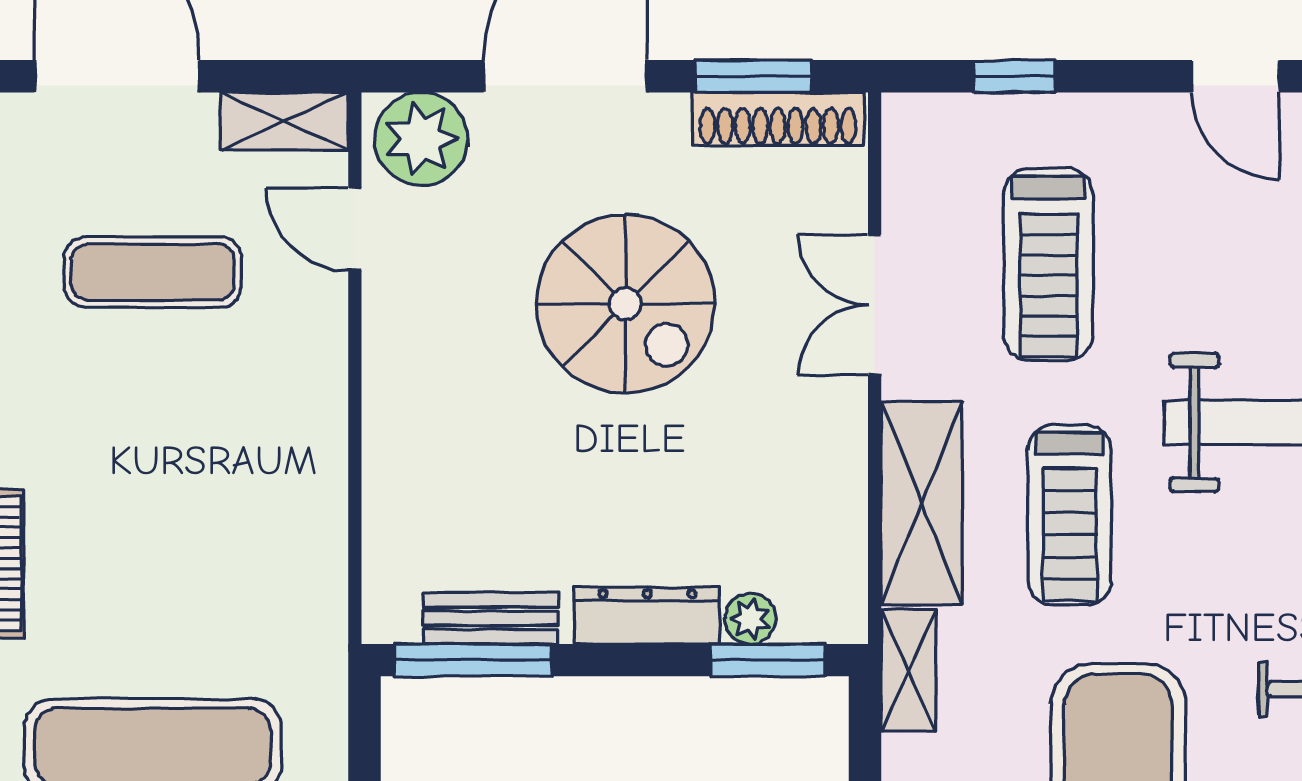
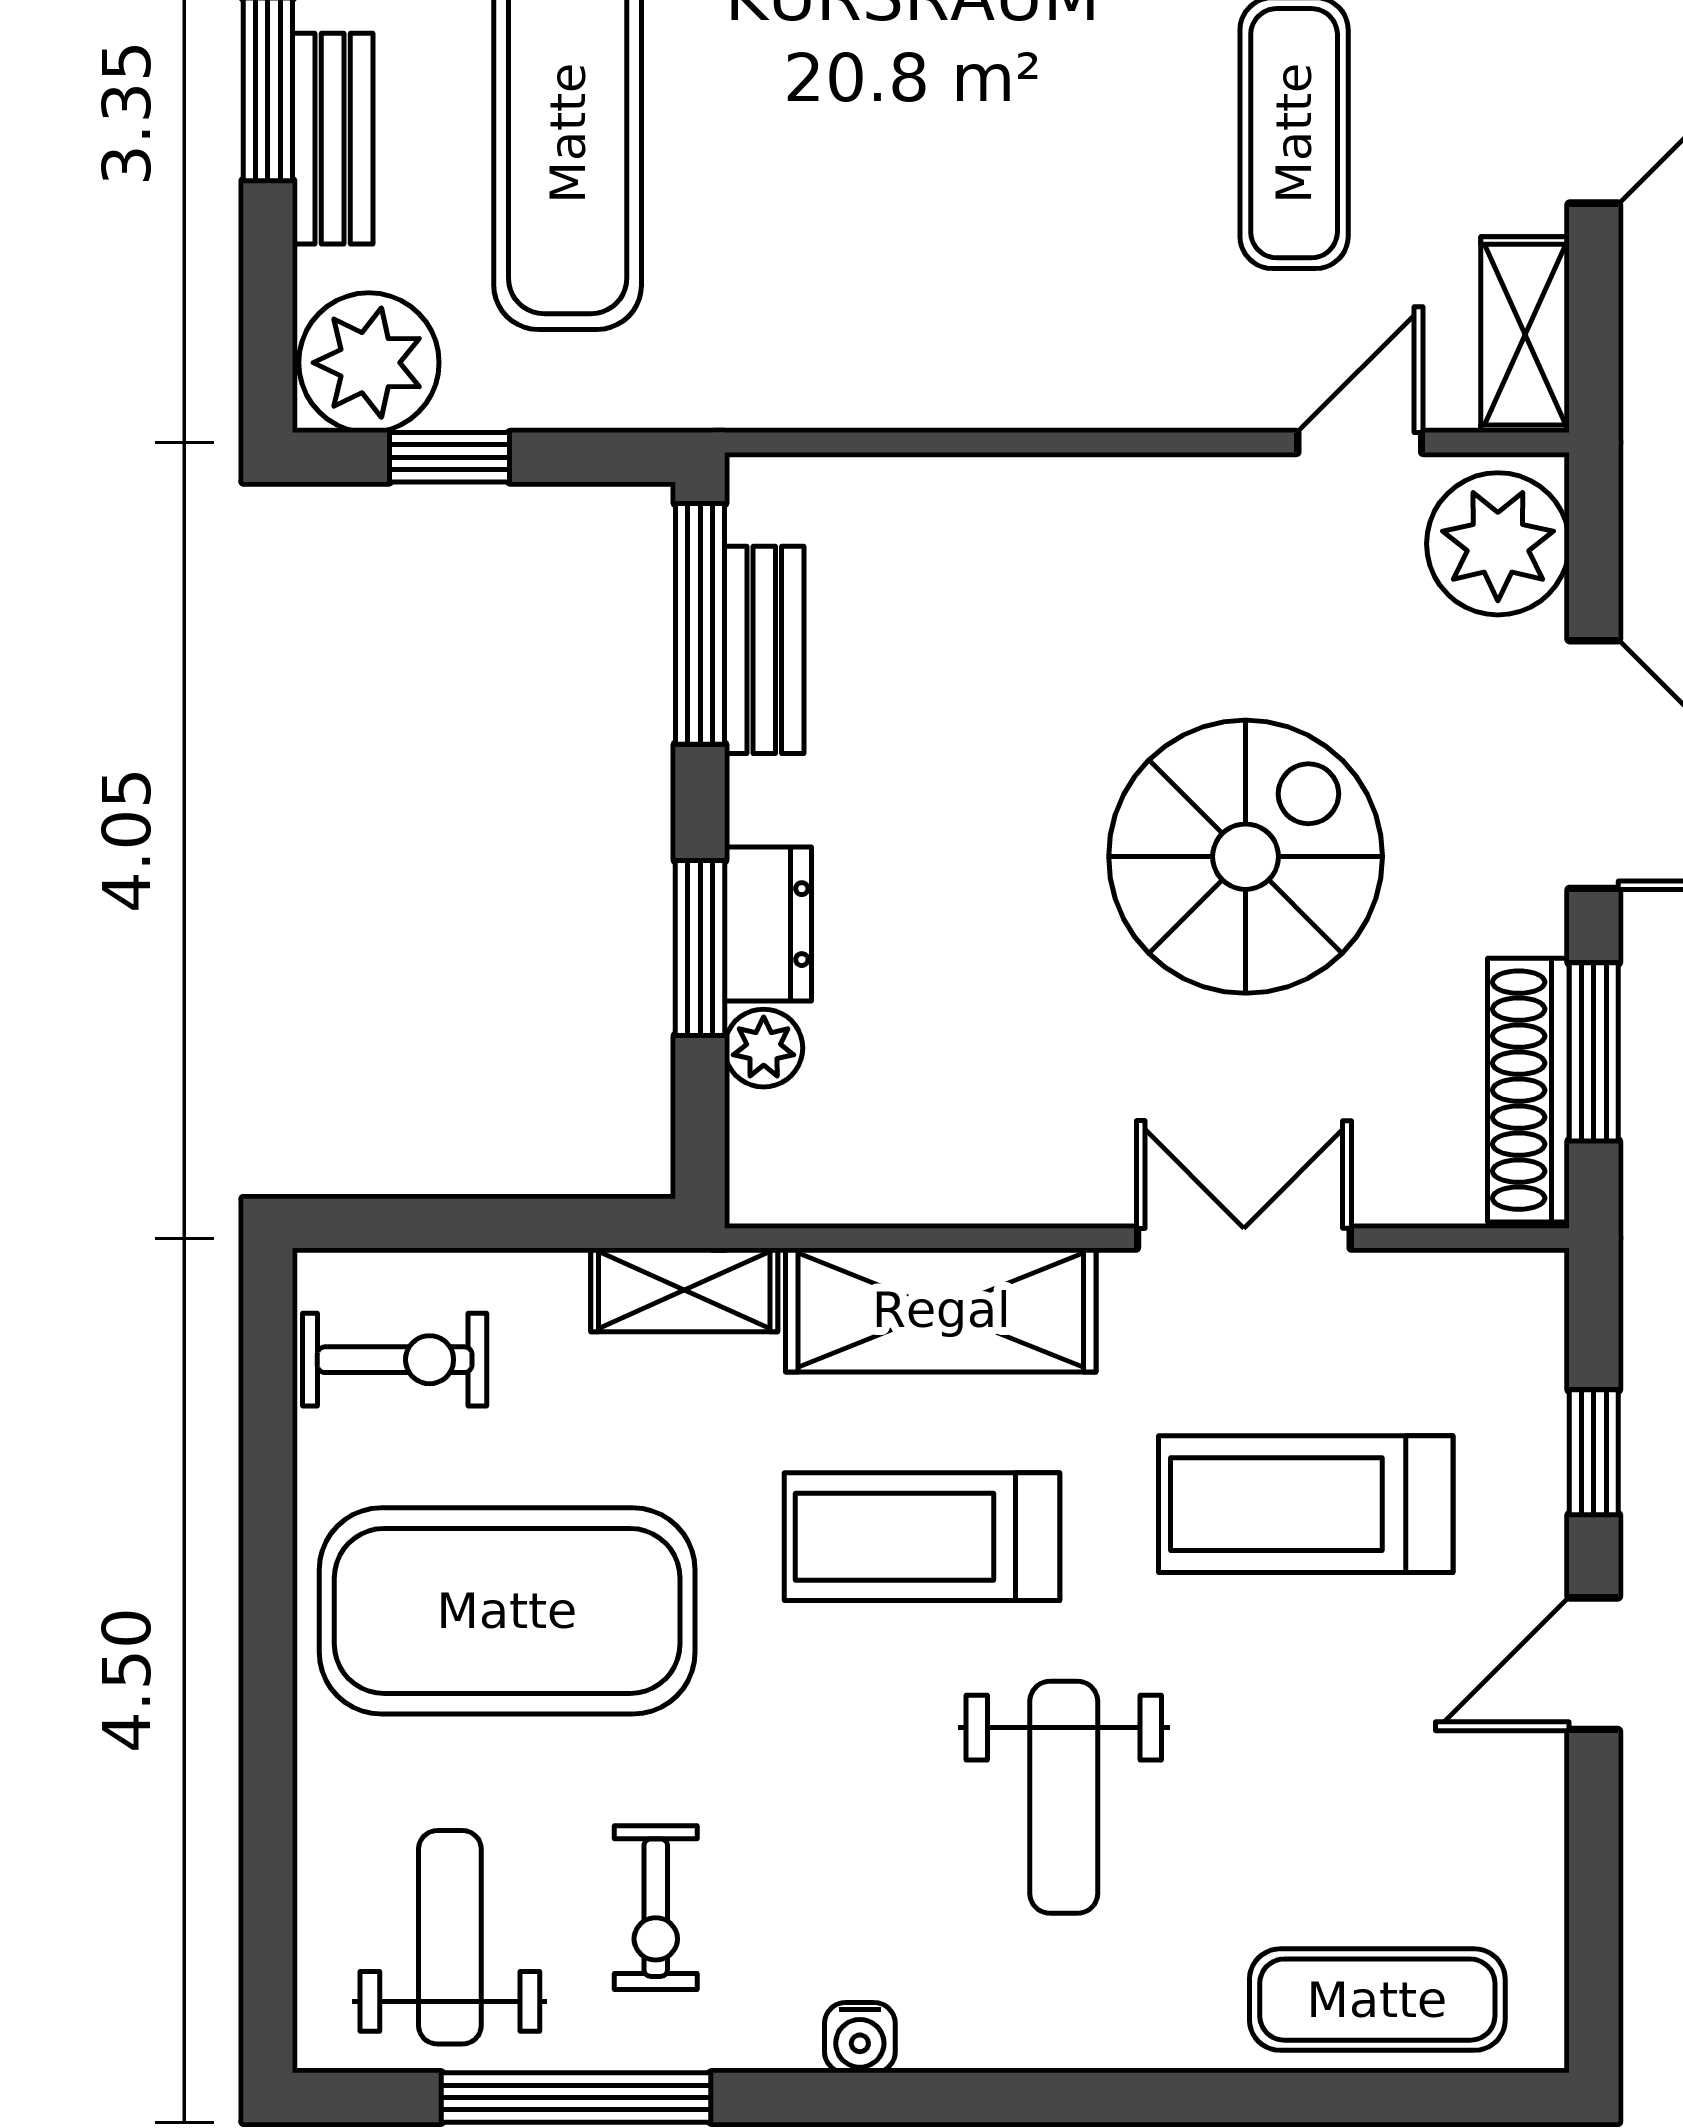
door: (1236, 76) -> (1594, 1664), moved
spiral stairs: (625, 304) -> (1246, 857), turned 180
dresser: (647, 616) -> (768, 924), width x0.70
window: (768, 660) -> (700, 948), moved

